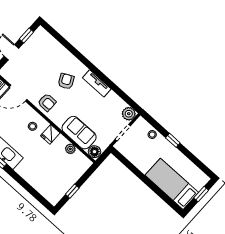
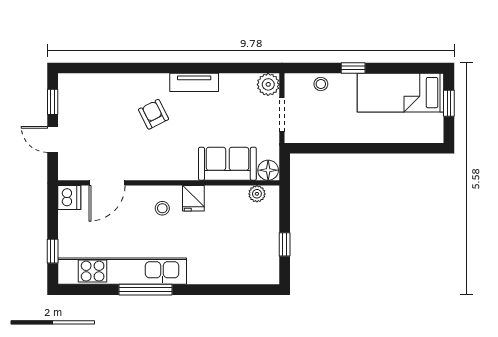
armchair: (47, 102) -> (153, 162), removed
plant: (70, 149) -> (257, 194), moved
bed: (172, 184) -> (401, 93), moved

